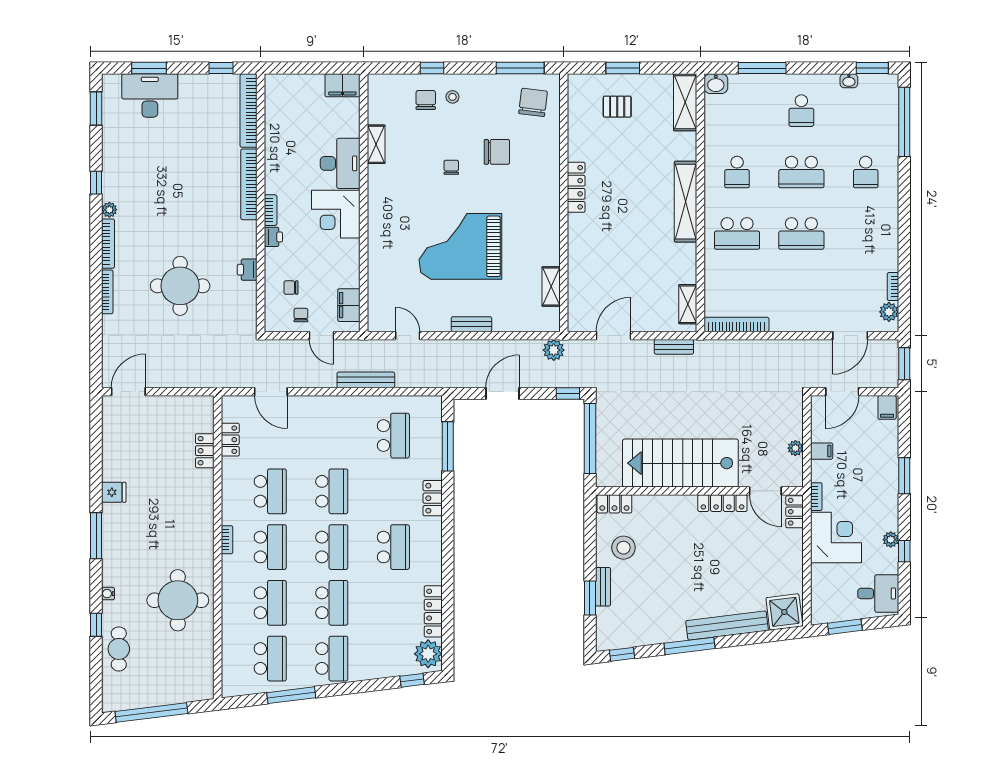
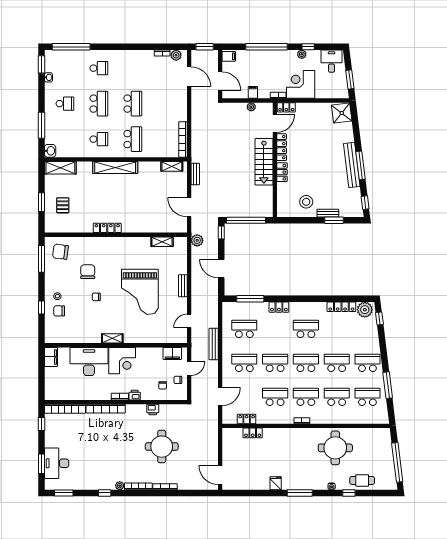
shelving: (376, 144) -> (112, 338), moved
desk: (340, 163) -> (89, 362), width x1.36, depth x1.30
school desk: (332, 436) -> (244, 363), added
stairs: (680, 463) -> (264, 162), width x0.73, depth x0.66
window: (904, 476) -> (266, 47), width x2.11
locker: (614, 504) -> (282, 172), moved
bench: (727, 626) -> (352, 165), moved

